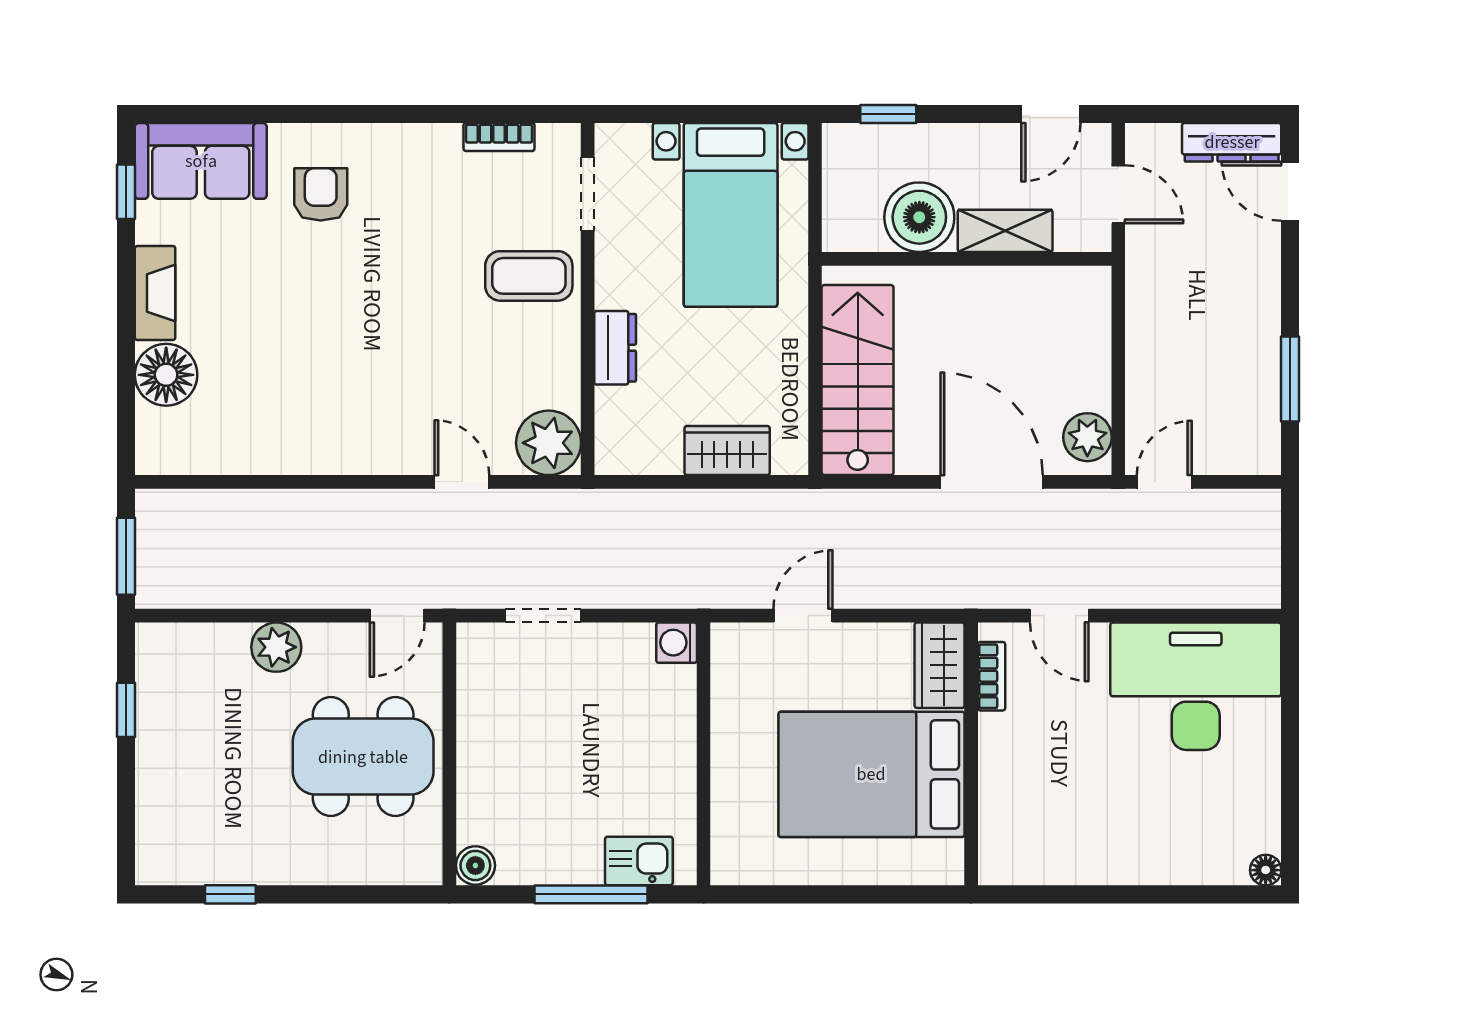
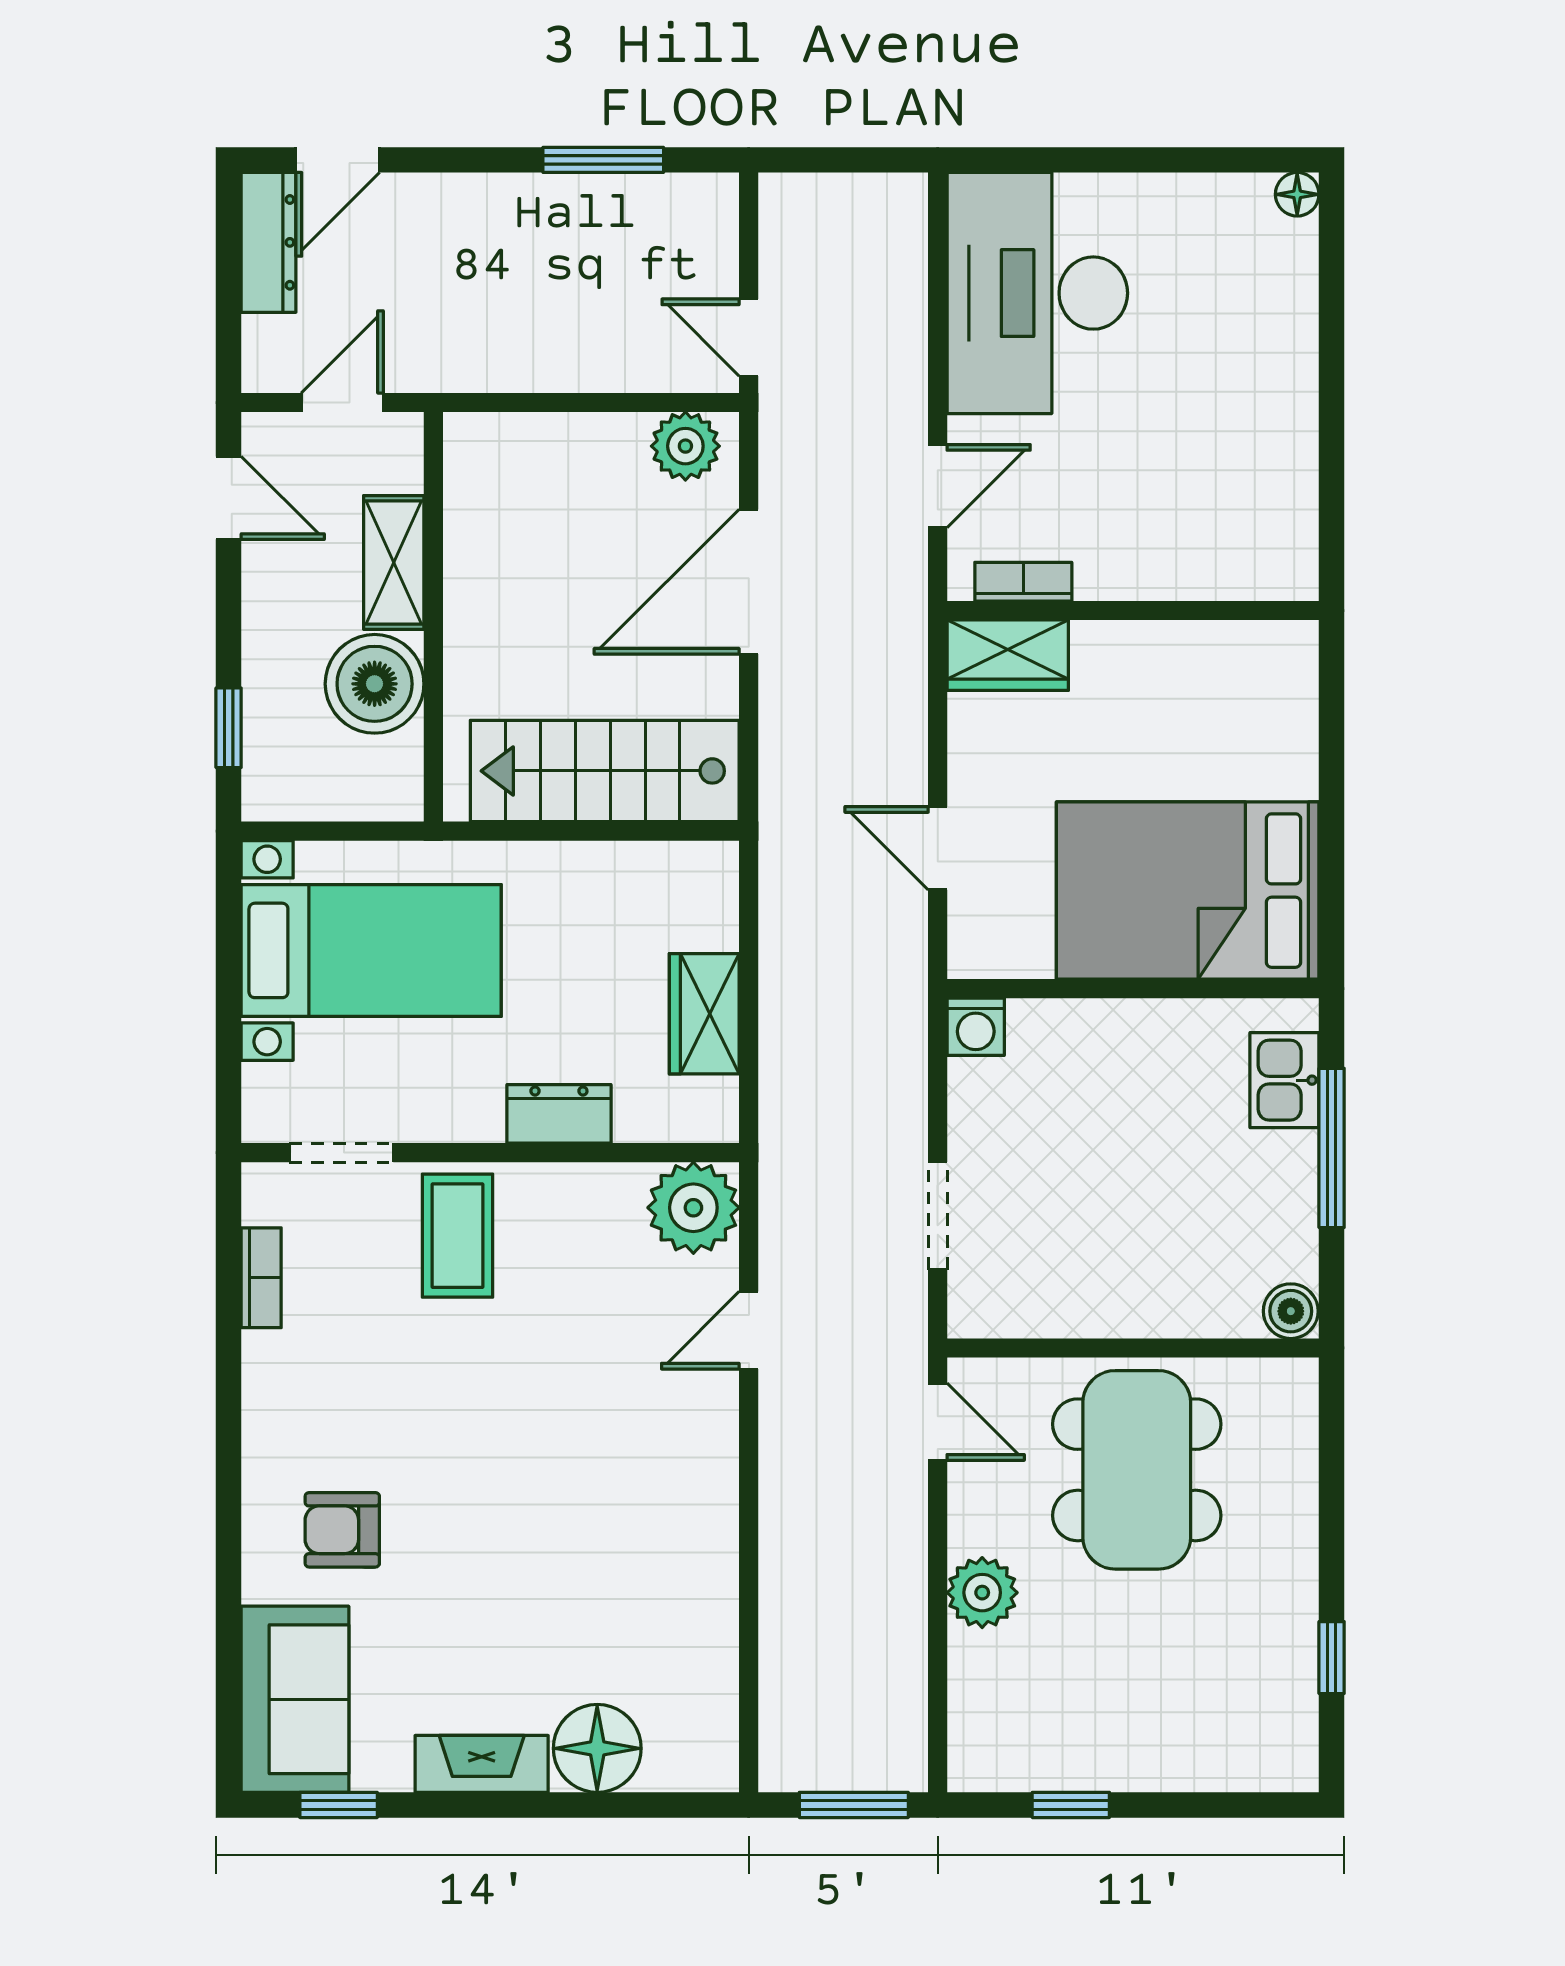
wardrobe: (727, 450) -> (704, 1014), moved
bed: (871, 774) -> (1188, 891), moved, turned 90

